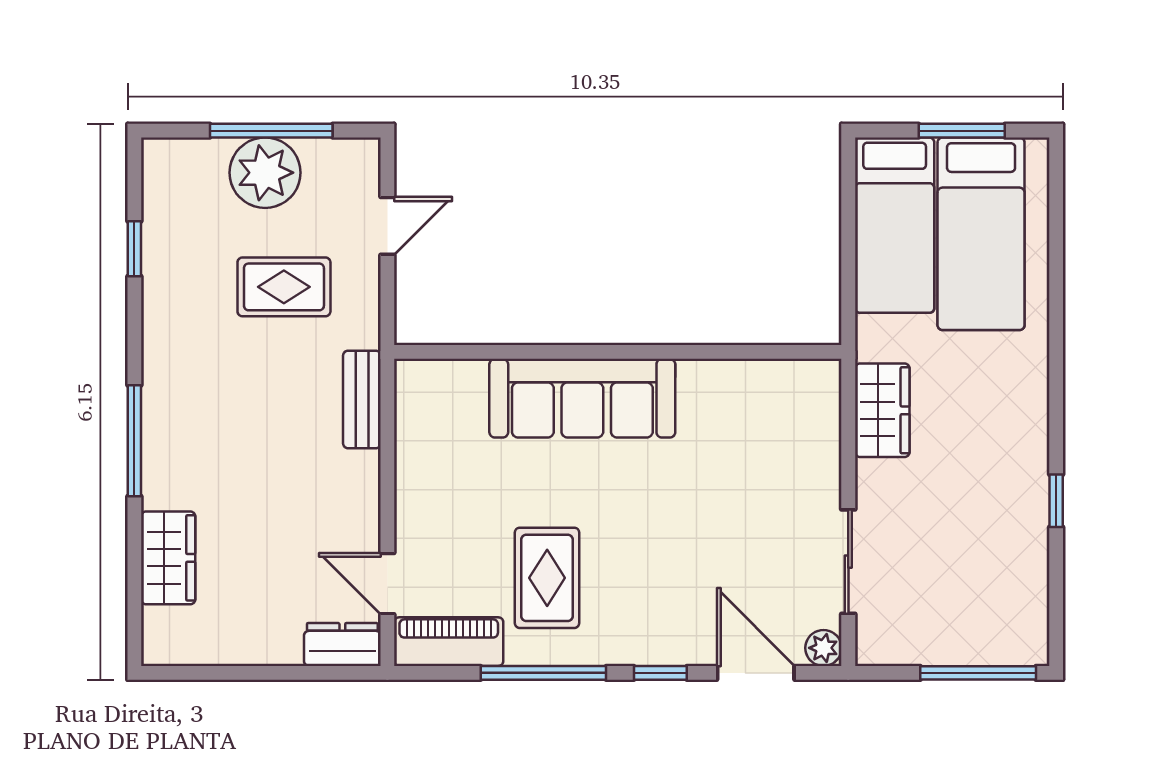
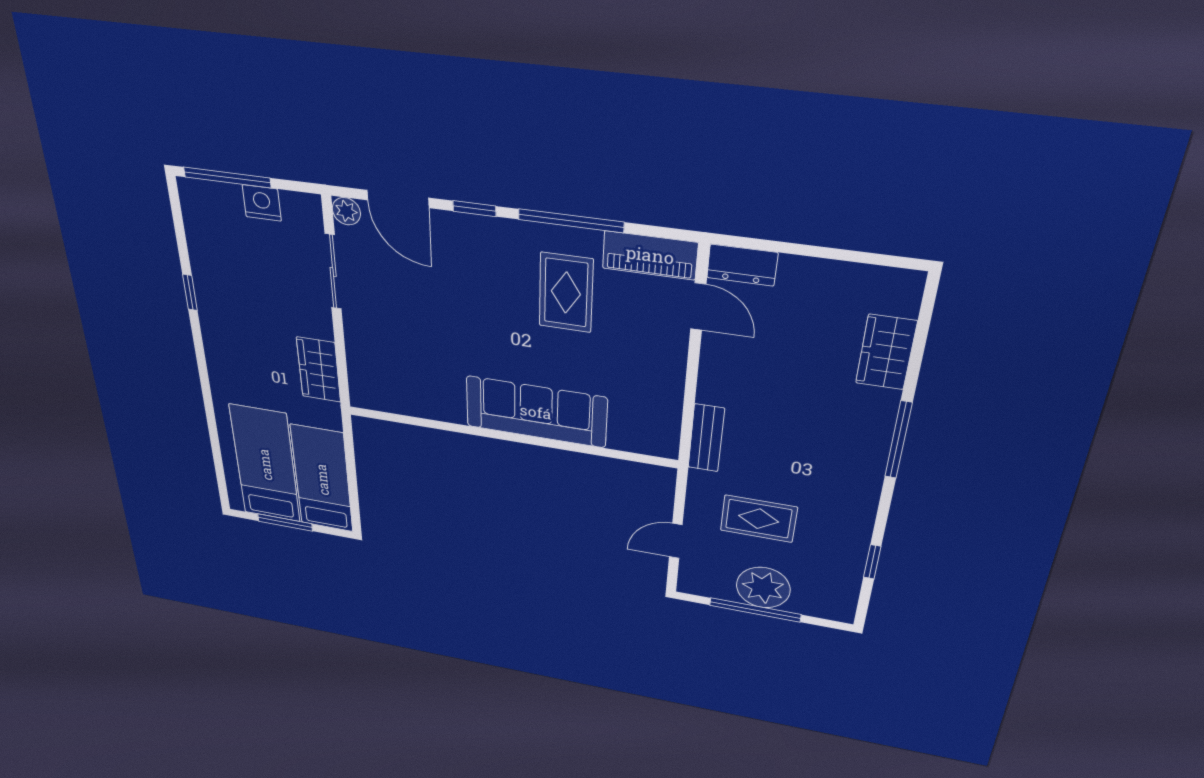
nightstand: (935, 644) -> (262, 203), added

